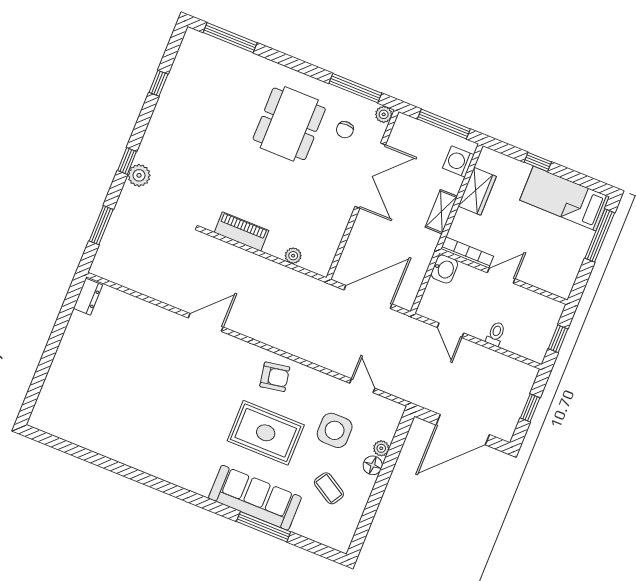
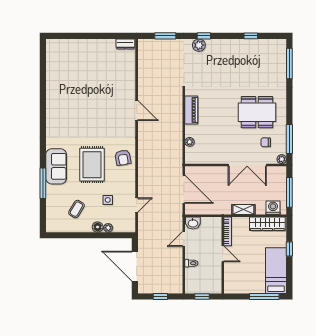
wardrobe: (477, 191) -> (267, 224), width x1.50
washbasin: (444, 269) -> (193, 223), moved
side table: (335, 430) -> (108, 200), width x0.54, depth x0.54
sofa: (255, 498) -> (56, 166), width x0.73

